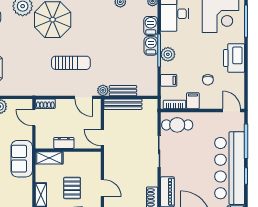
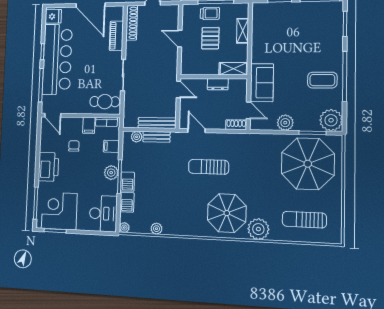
plant: (103, 90) -> (137, 137), moved
sofa: (22, 159) -> (262, 83), moved

